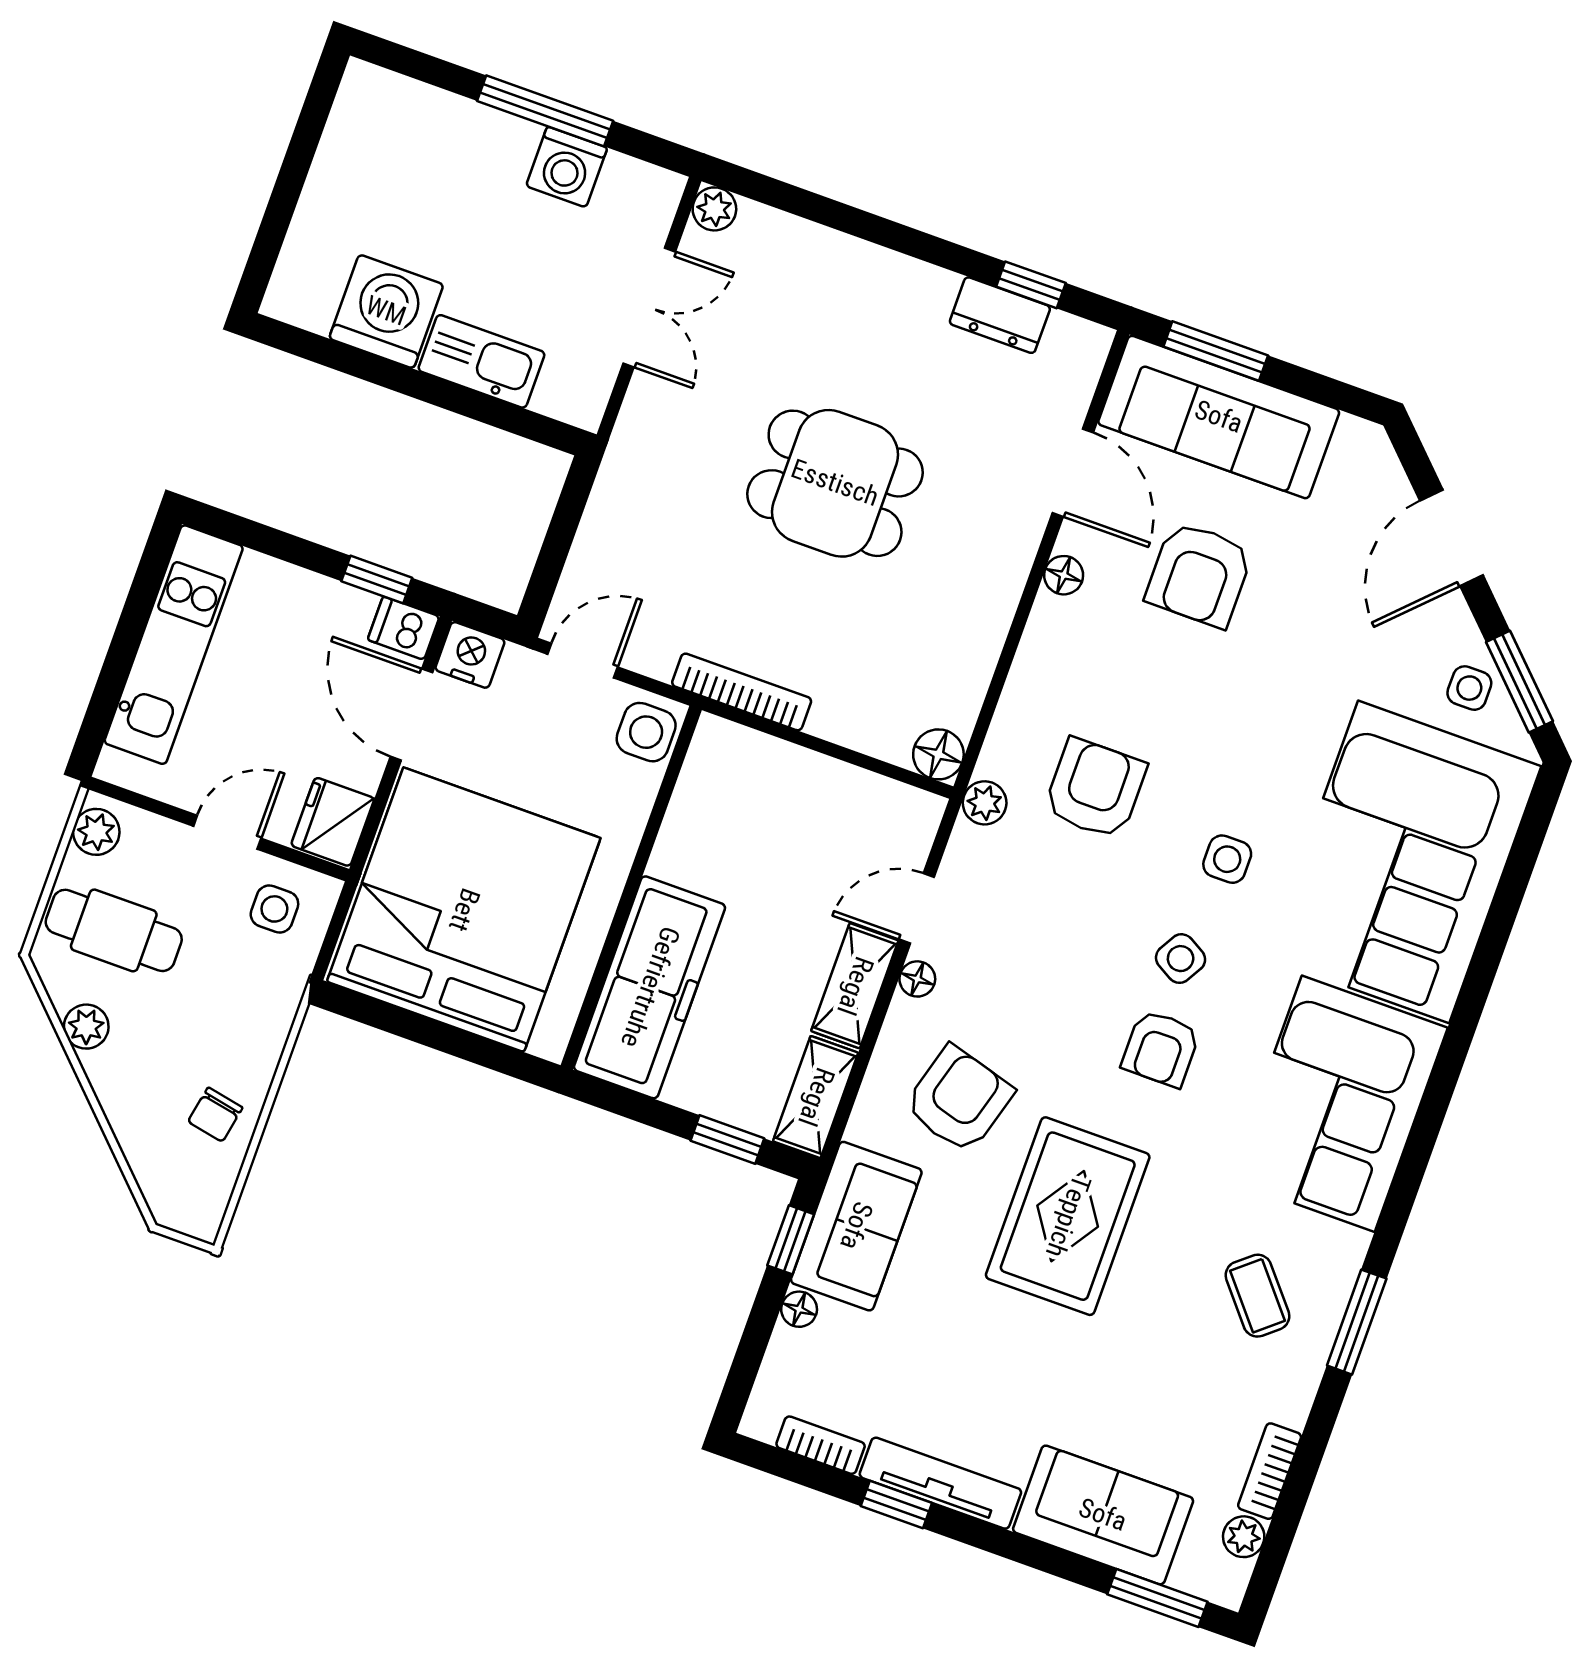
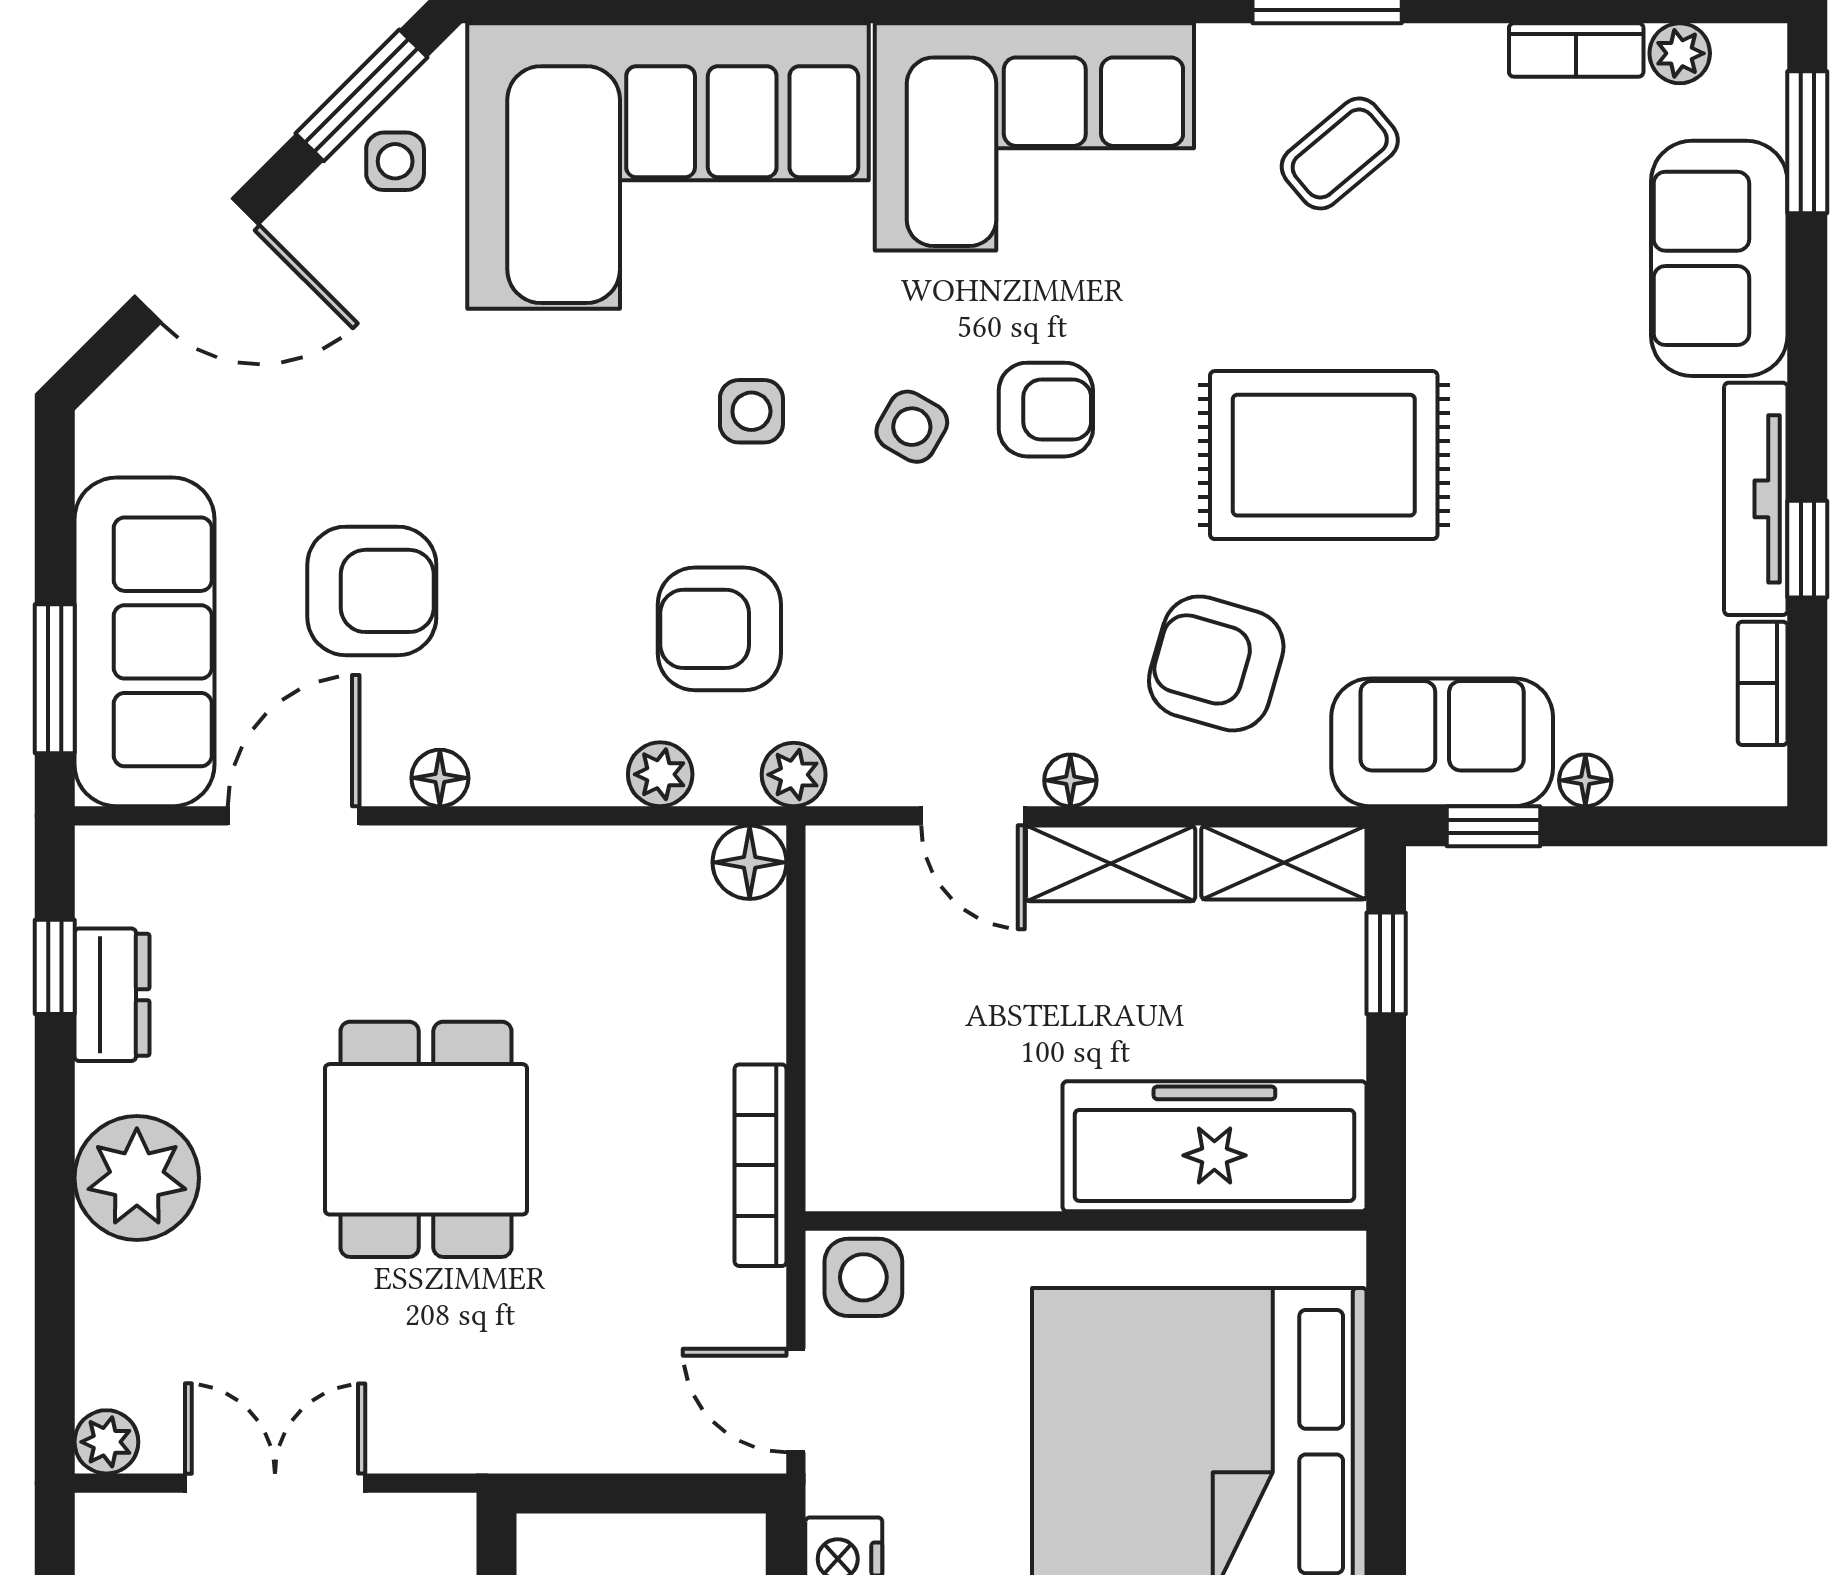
plant: (877, 289) -> (137, 1178), added
plant: (1015, 717) -> (660, 774), added

